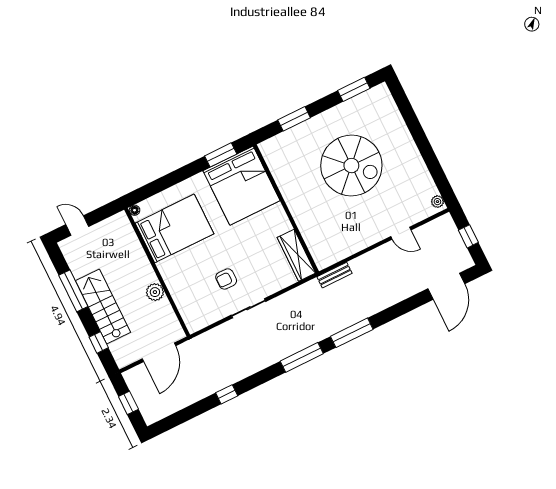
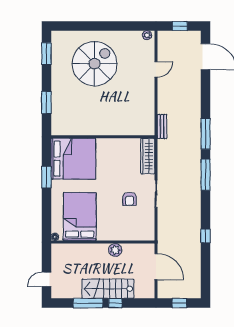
window: (221, 155) -> (46, 177), moved
spiral stairs: (351, 166) -> (95, 64), moved
wardrobe: (296, 255) -> (148, 156), moved, turned 90
window: (99, 342) -> (115, 303), moved

